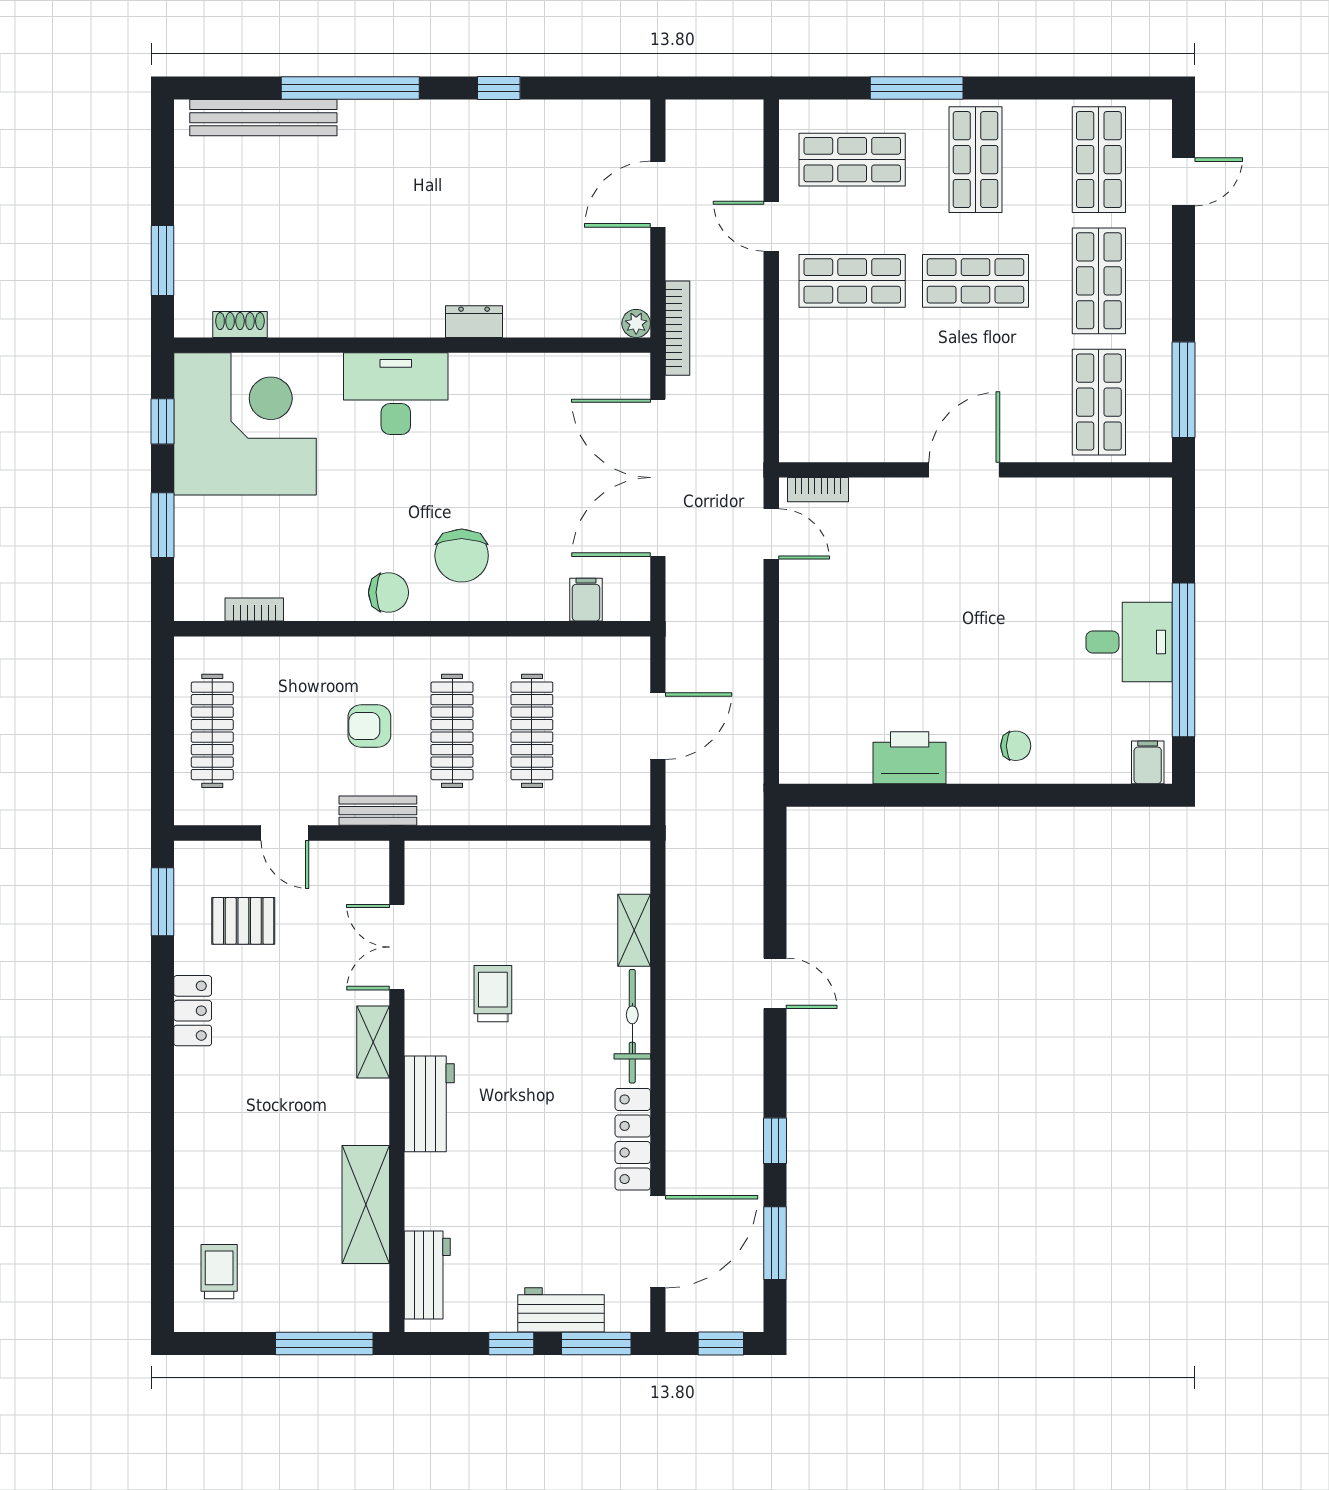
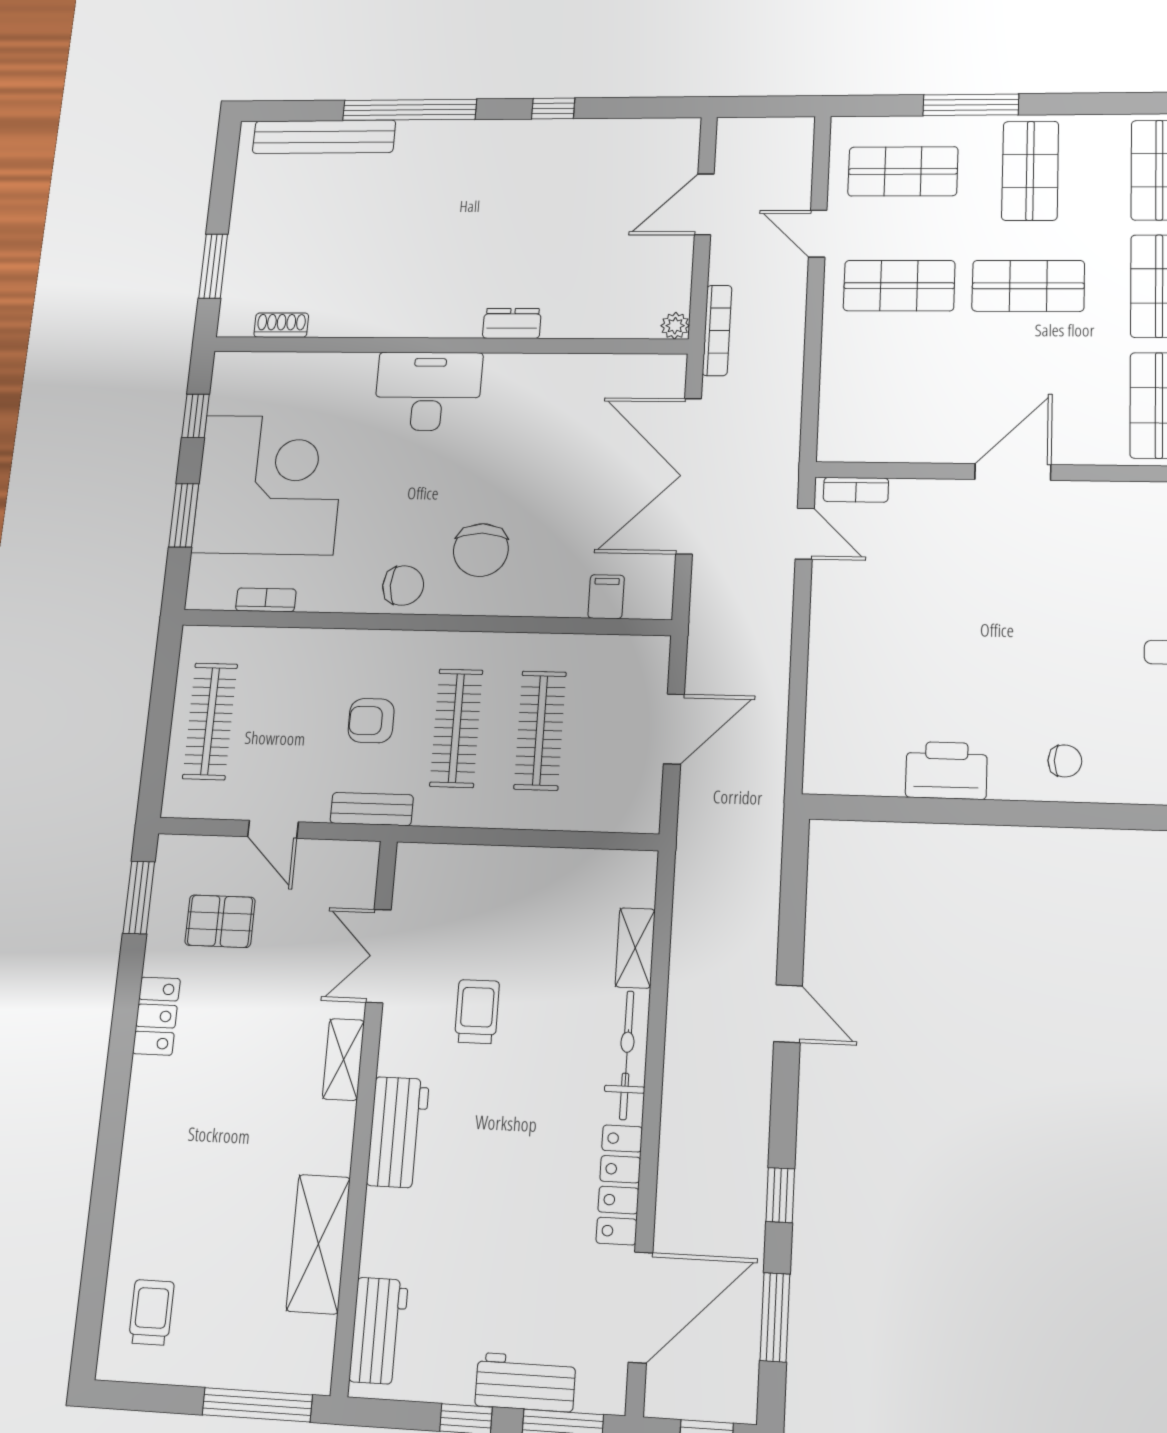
corner desk: (245, 424) -> (269, 485), moved

